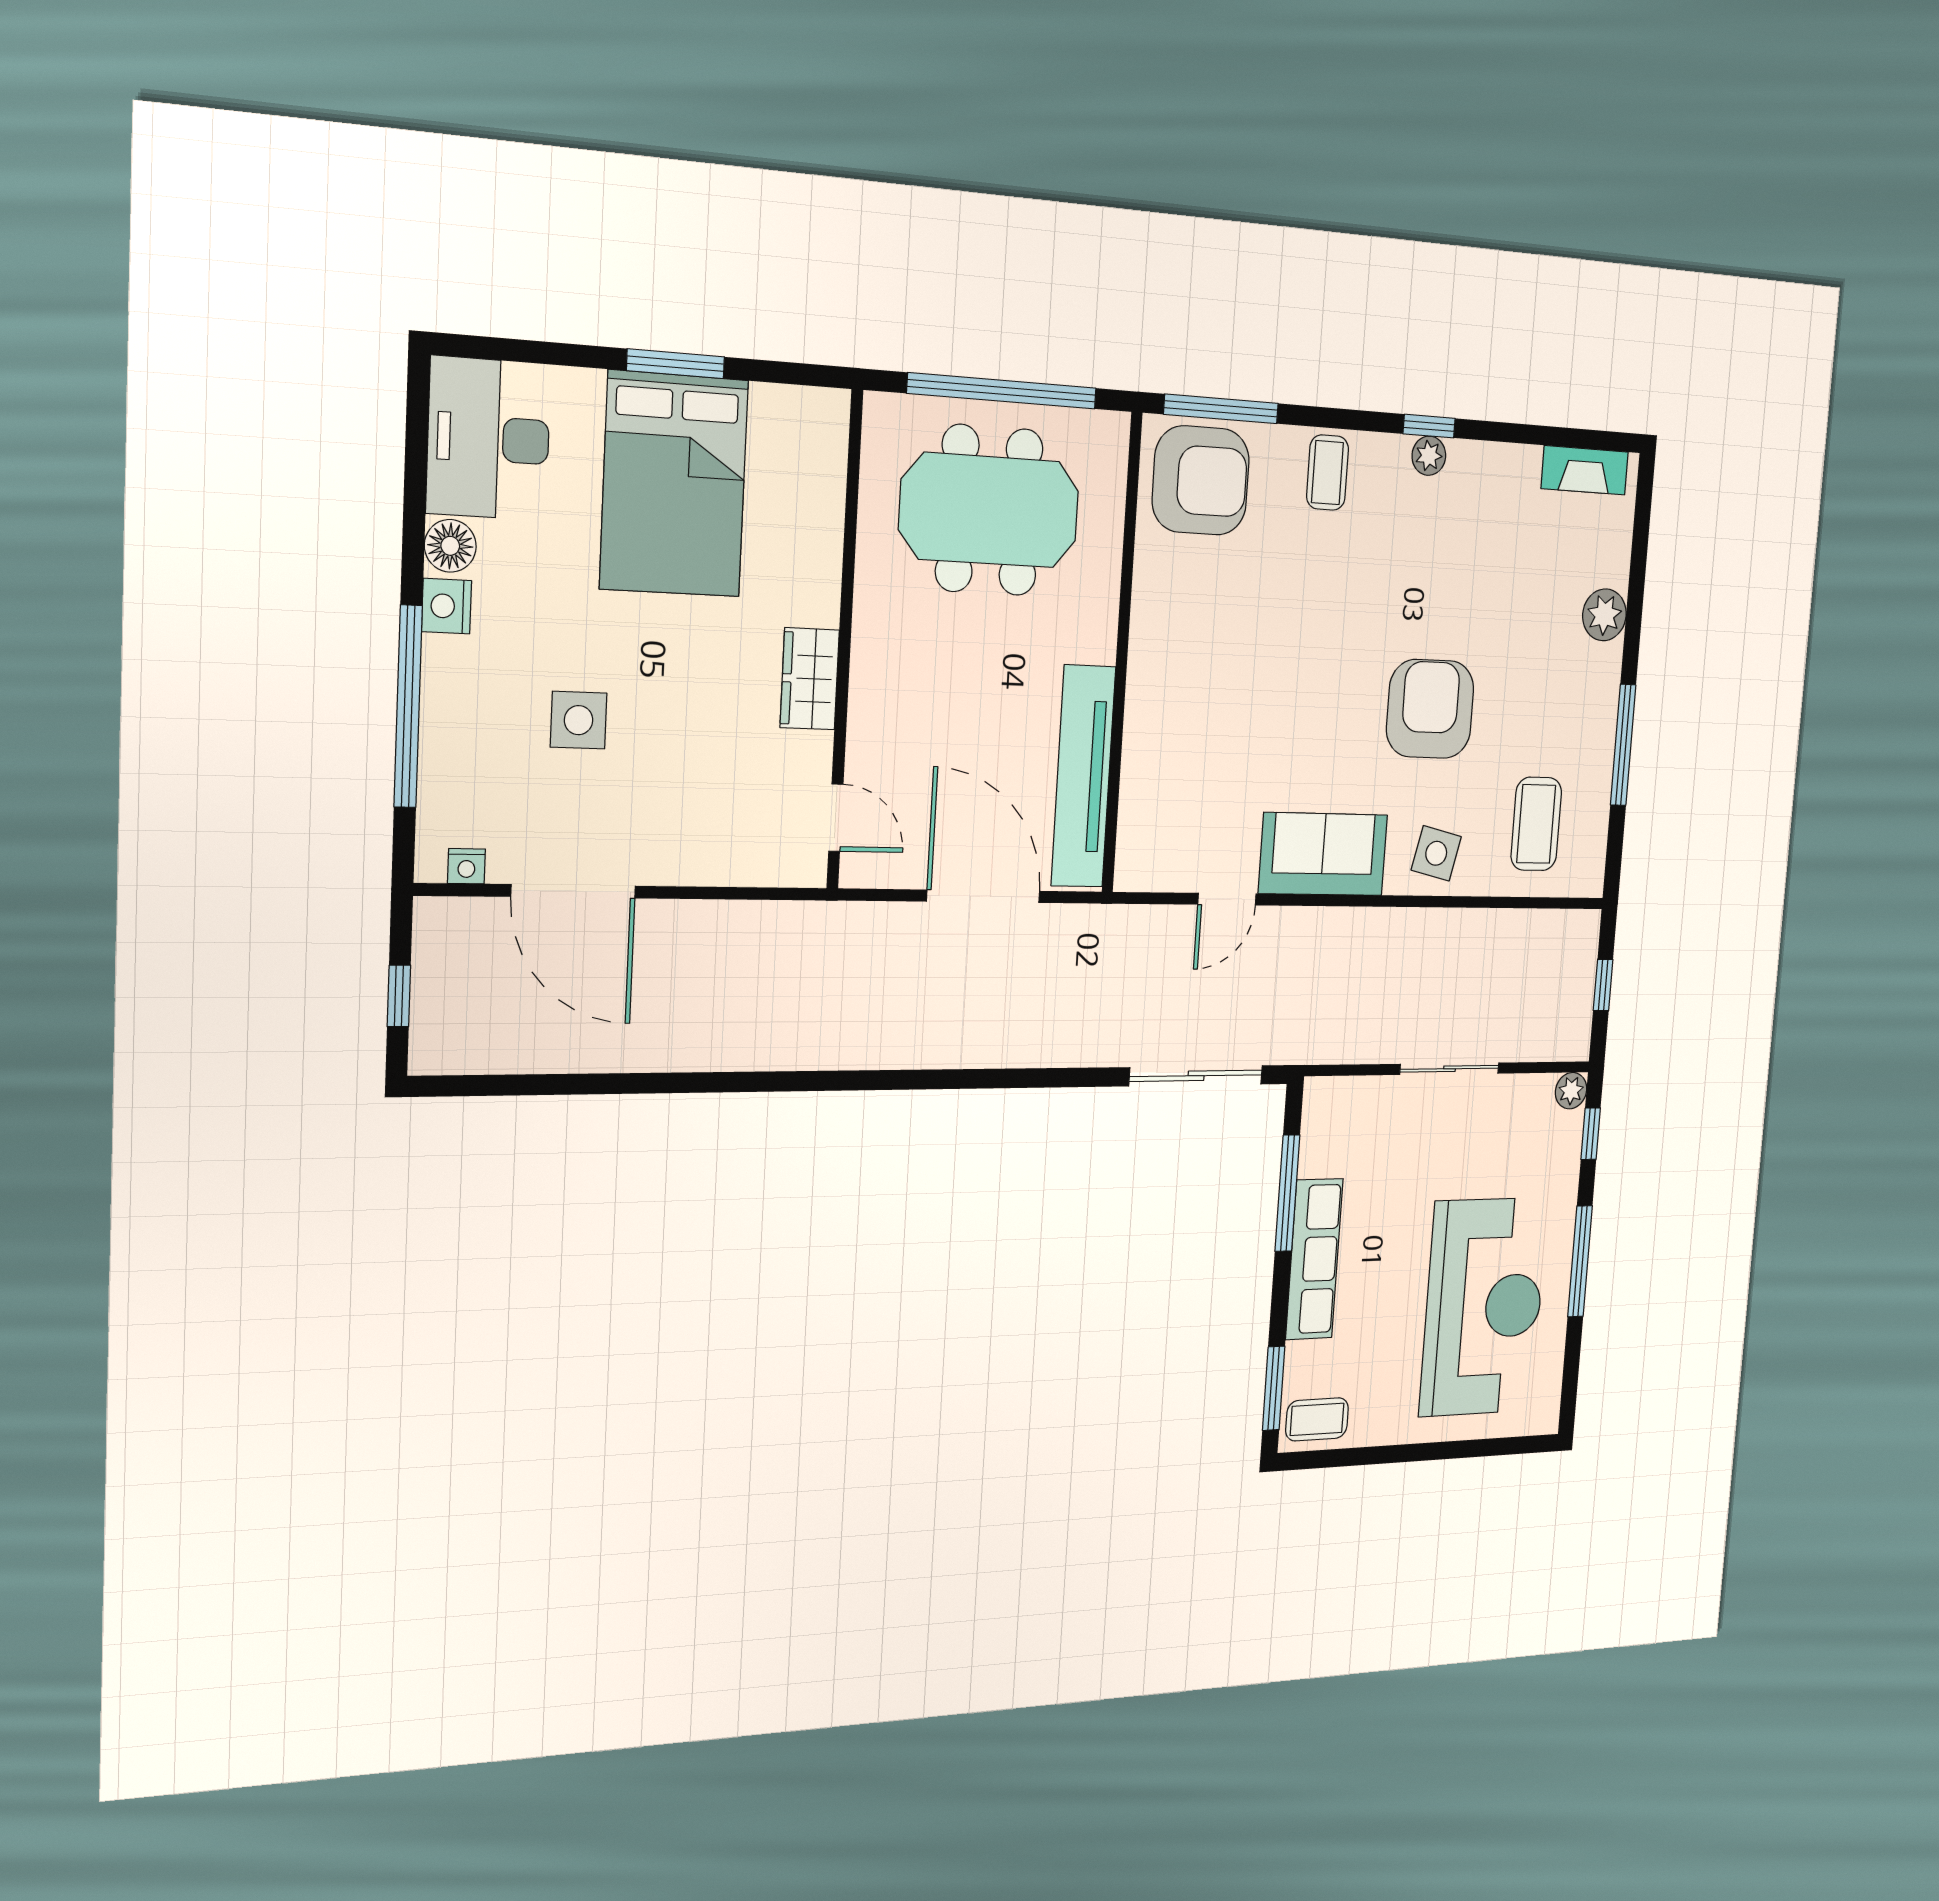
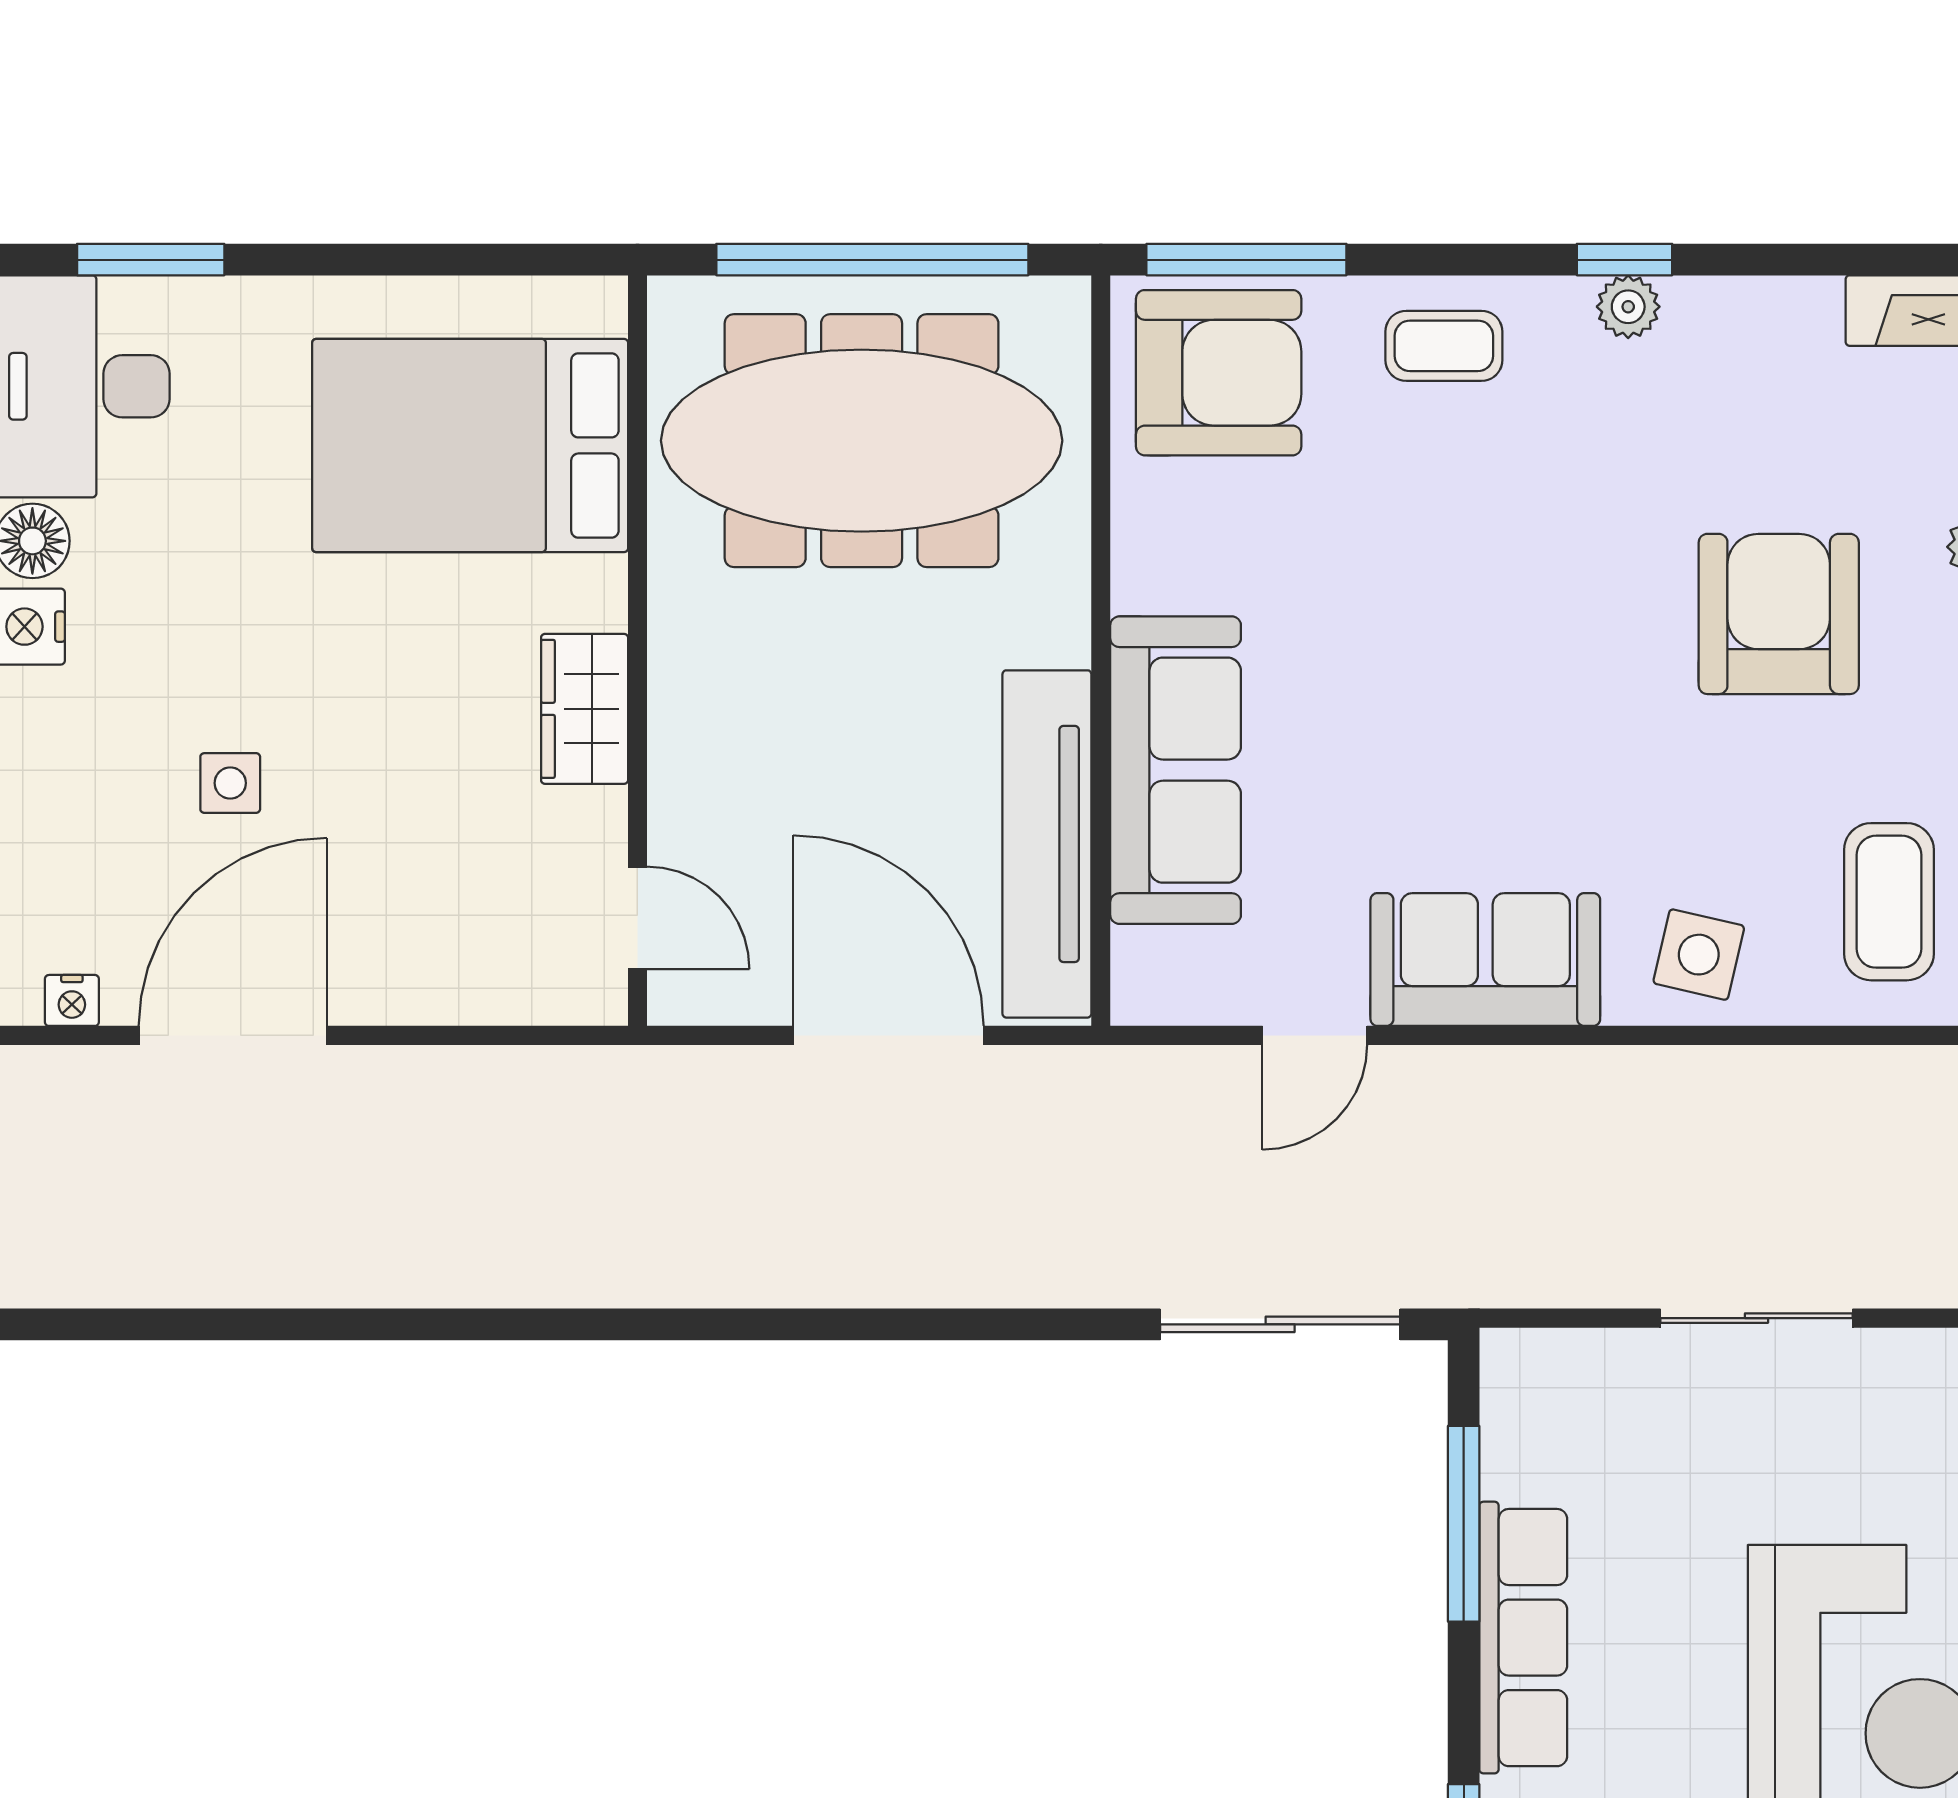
window: (676, 364) -> (151, 260), moved
coffee table: (1328, 473) -> (1444, 346), turned 90
bed: (674, 484) -> (470, 445), moved, turned 90
meeting table: (989, 510) -> (862, 441), width x1.36
armchair: (1430, 709) -> (1779, 614), moved
side table: (579, 720) -> (230, 783), width x0.73, depth x0.73
sofa: (1160, 732) -> (1176, 770), added
door: (574, 891) -> (233, 1035), swing flipped

